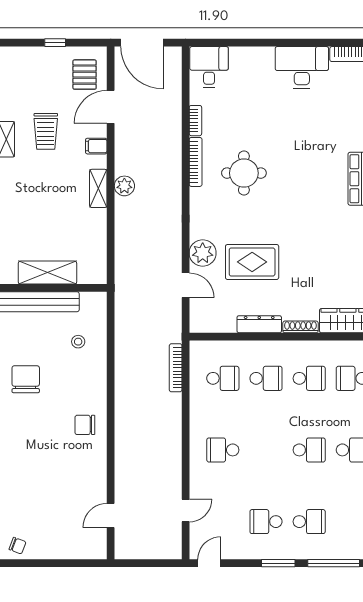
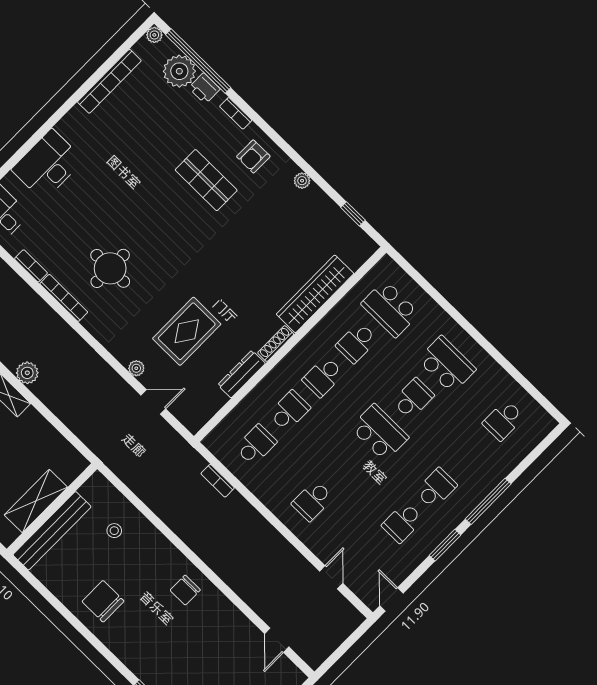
desk: (302, 67) -> (48, 165), moved
plant: (203, 253) -> (136, 368), width x0.53, depth x0.53
bookcase: (176, 368) -> (218, 481), width x0.64
school desk: (309, 378) -> (323, 377), turned 180
school desk: (309, 450) -> (380, 433), width x1.85

